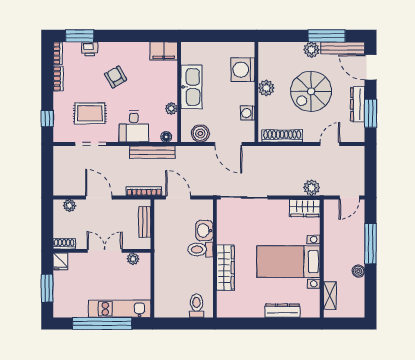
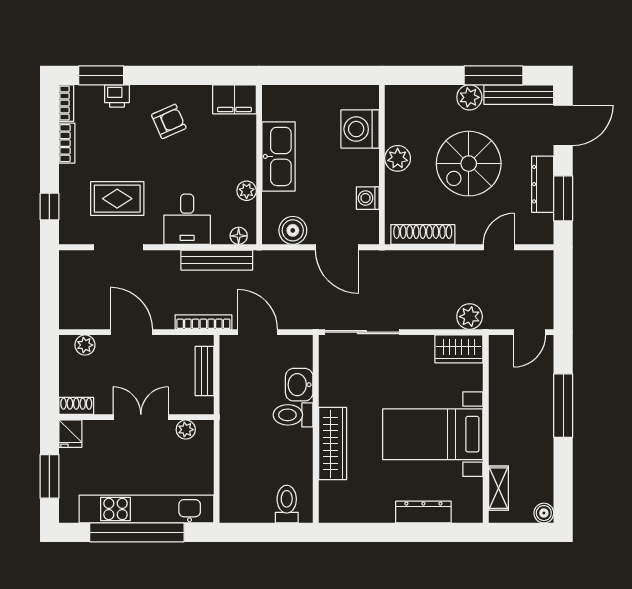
door: (370, 67) -> (563, 125), swing flipped
armchair: (116, 77) -> (169, 121), moved, turned 96
boiler: (358, 271) -> (544, 513), moved
kitchen unit: (120, 309) -> (146, 509), width x1.36

